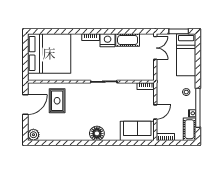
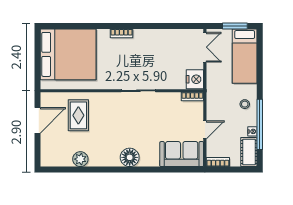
nightstand: (108, 40) -> (195, 79), moved, turned 90
cot: (128, 40) -> (169, 37), removed
plant: (33, 135) -> (80, 159), moved

